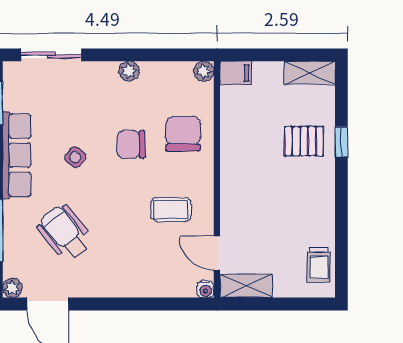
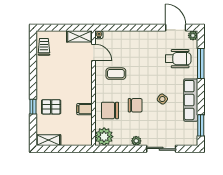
sliding door: (51, 55) -> (161, 149), moved
plant: (204, 71) -> (104, 137), width x1.88, depth x1.88
filing cabinet: (236, 73) -> (84, 109), moved
chair: (183, 134) -> (110, 110), turned 90
wheelchair: (65, 233) -> (178, 59), moved, turned -52

